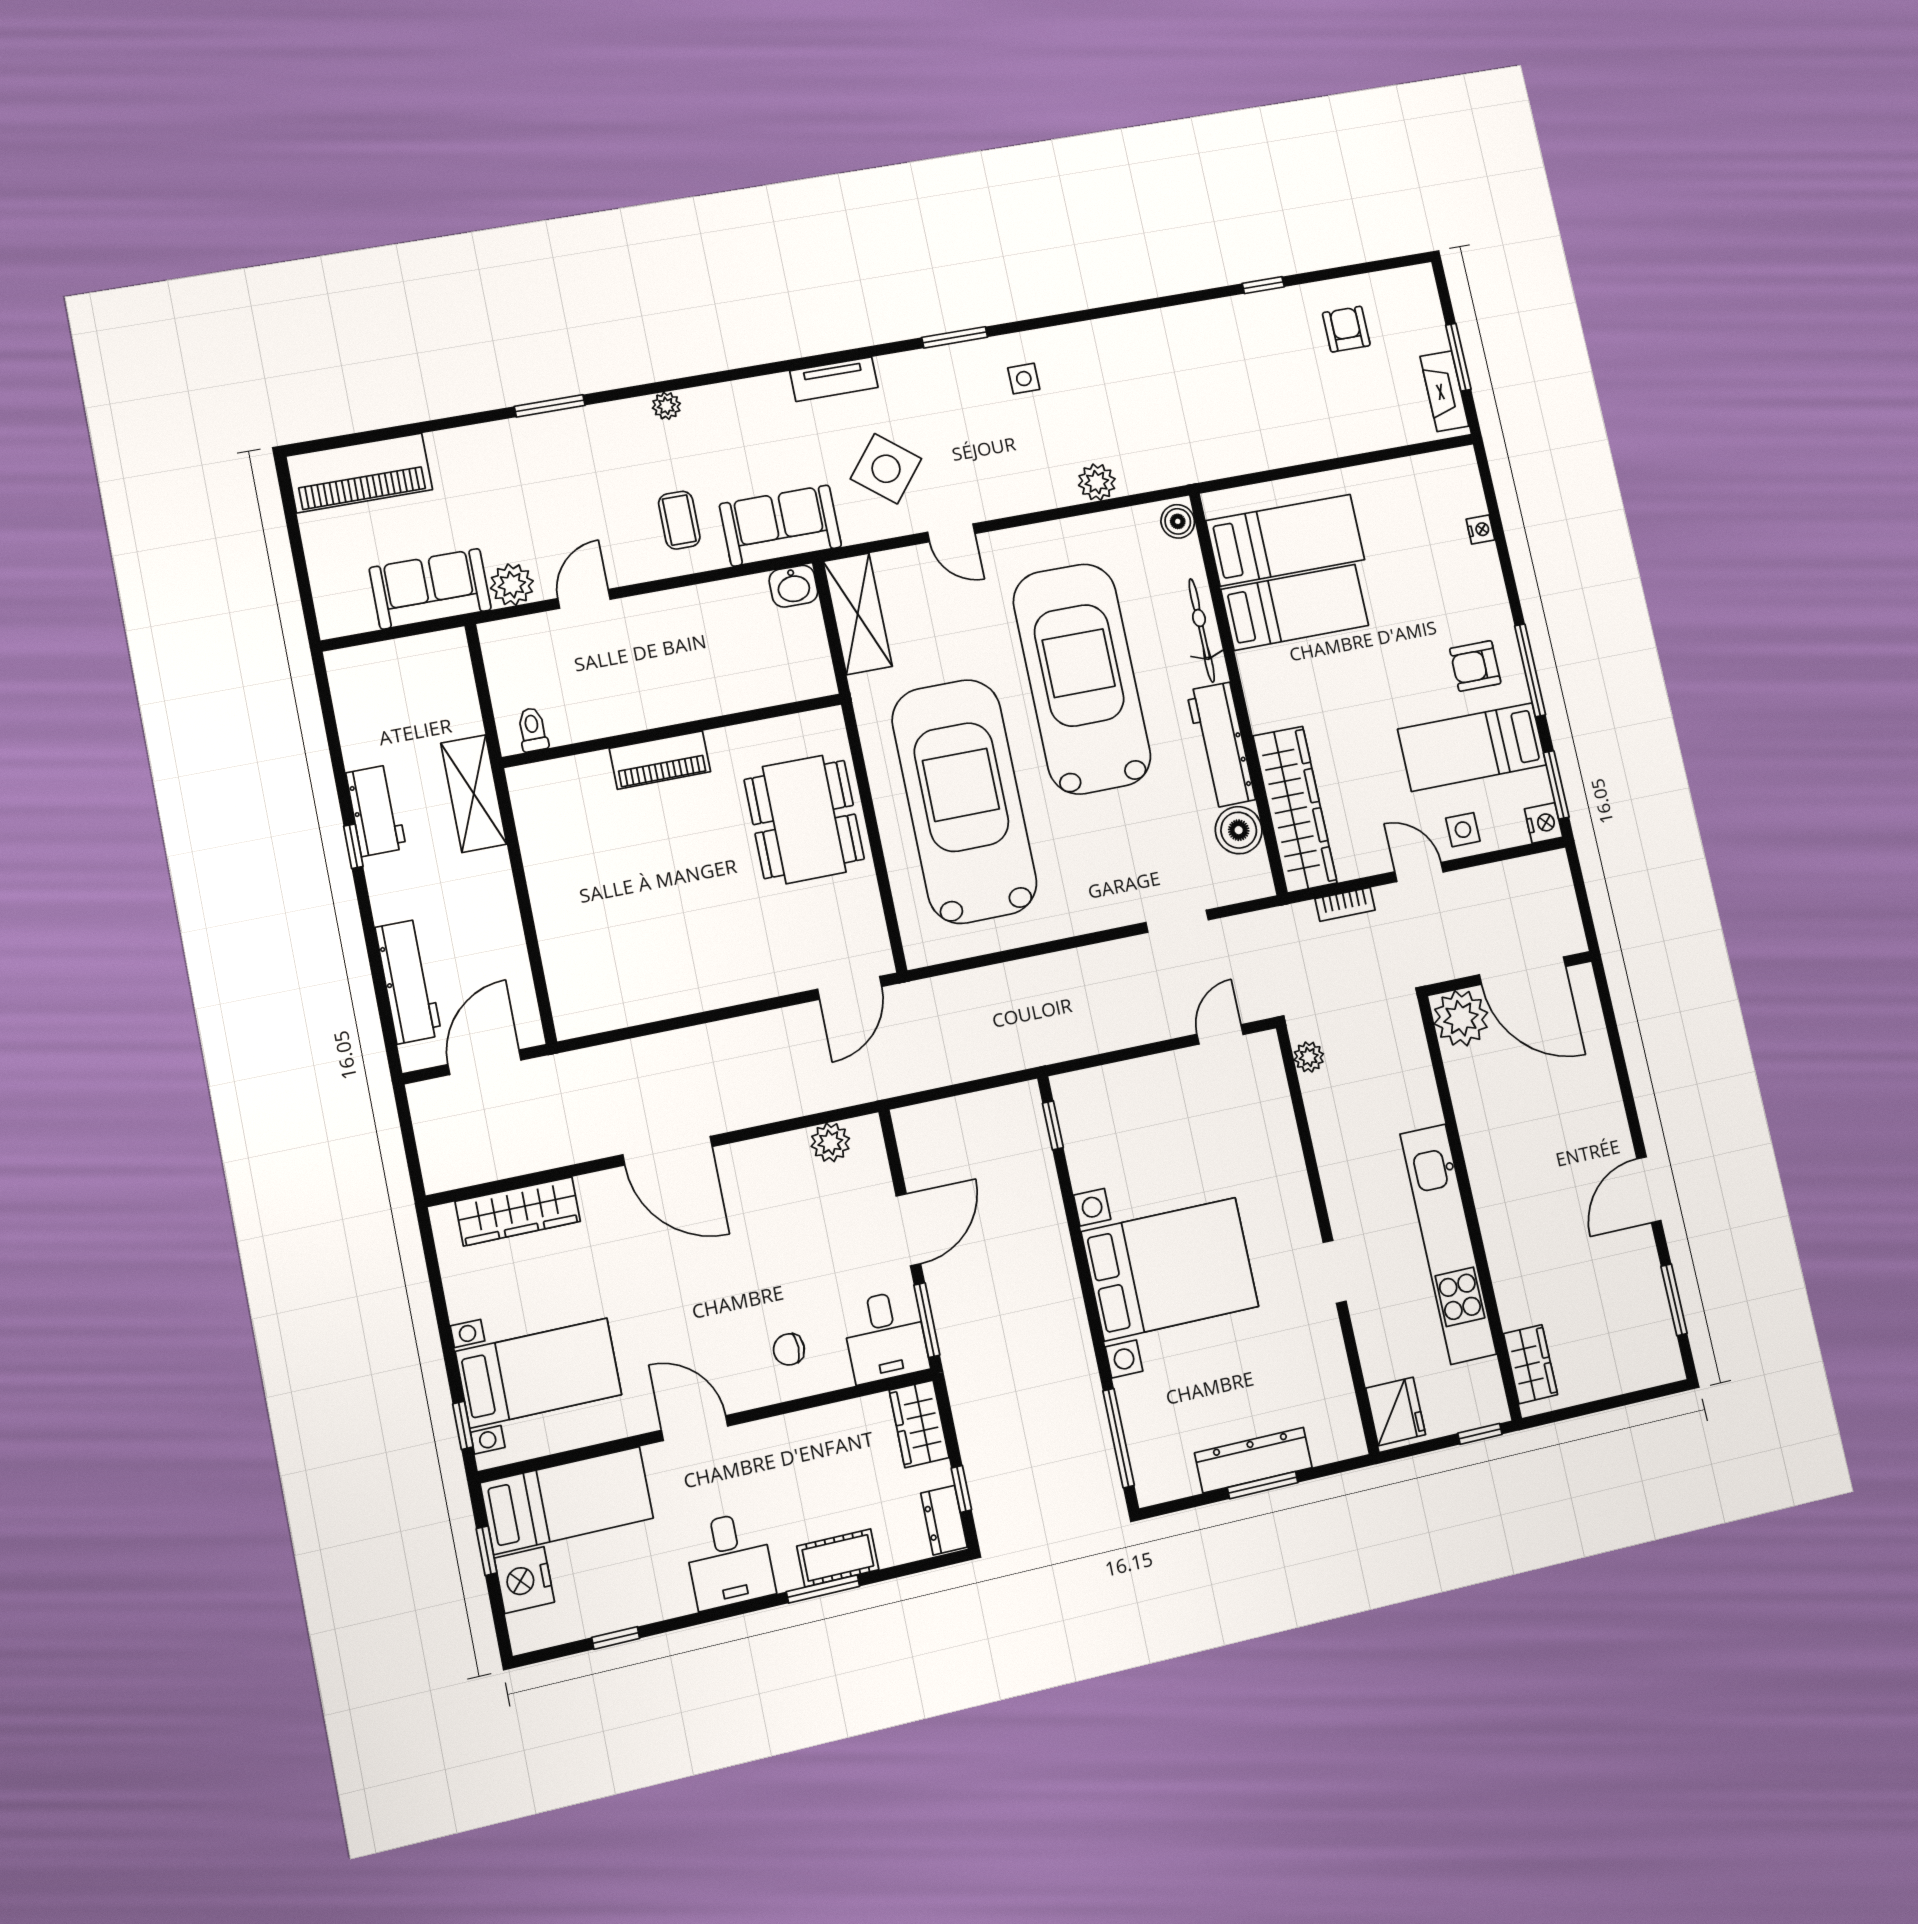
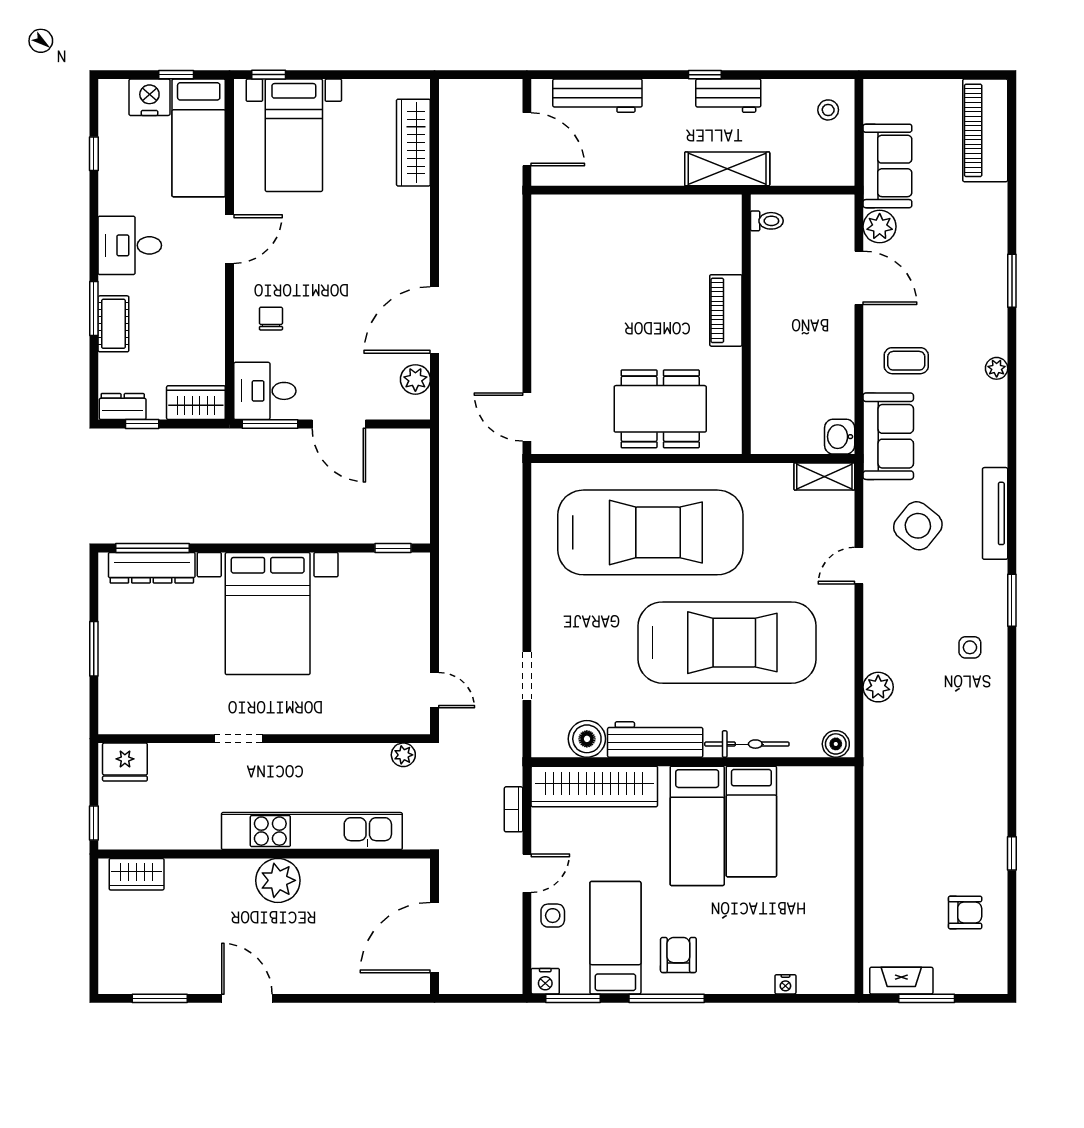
tv unit: (834, 379) -> (995, 513), width x1.41
bed: (1285, 540) -> (697, 826), moved
door: (584, 599) -> (859, 278), width x1.38
shelving: (858, 614) -> (824, 477), width x0.67, depth x0.75
stool: (370, 678) -> (828, 110), added
plant: (1461, 1018) -> (278, 880), moved
door: (668, 1151) -> (435, 320), moved
kitchen unit: (1448, 1244) -> (312, 831), moved
dresser: (1253, 1460) -> (152, 568), moved, turned 90

